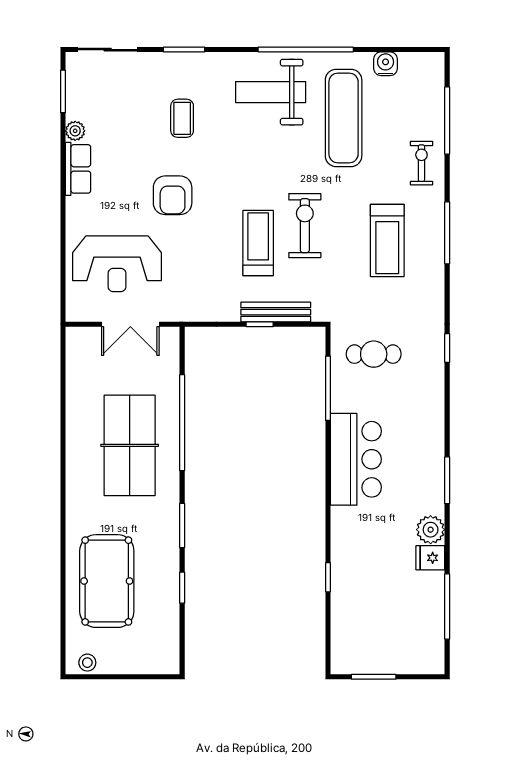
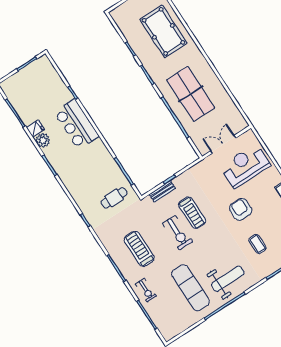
water cooler: (386, 64) -> (188, 322), removed
bench: (276, 312) -> (162, 191), width x0.73
bar counter: (356, 459) -> (77, 124), moved

